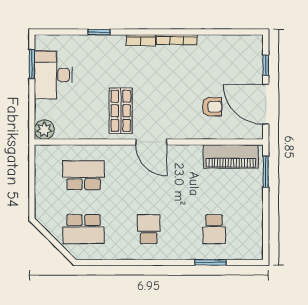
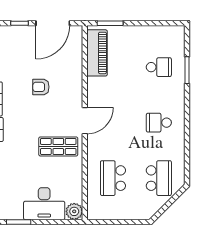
desk: (53, 75) -> (44, 204), moved
armchair: (212, 107) -> (41, 87), moved, turned -90

